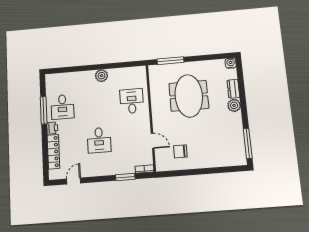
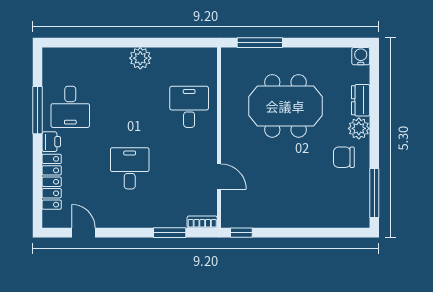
meeting table: (189, 96) -> (285, 106), turned 90
desk: (99, 140) -> (130, 168), turned 180
chair: (180, 151) -> (344, 157), moved
window: (169, 174) -> (241, 233), added
door: (74, 181) -> (84, 233), hinge flipped

